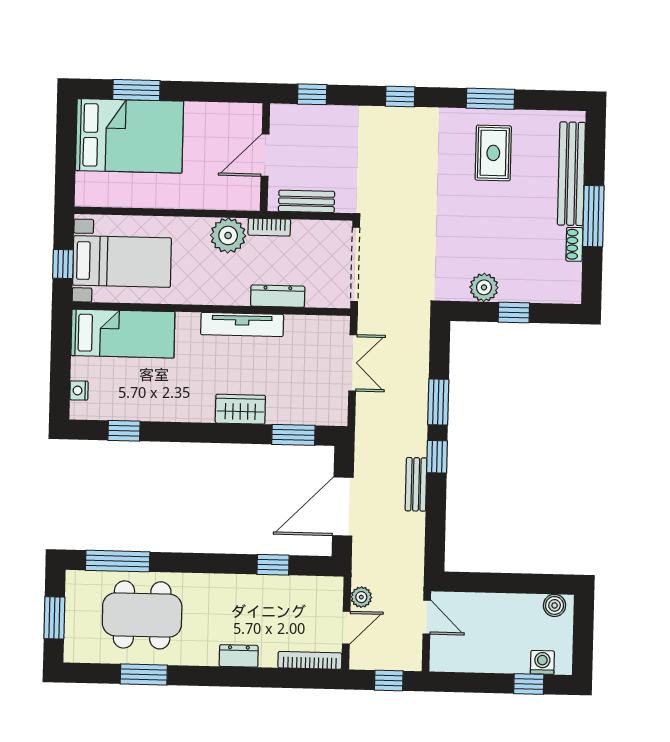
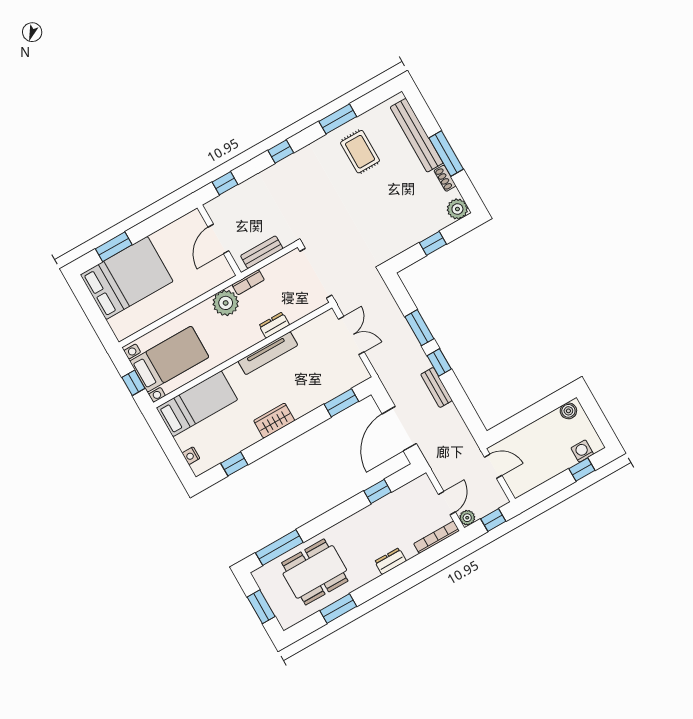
plant: (484, 287) -> (457, 209), moved
dresser: (278, 296) -> (274, 325), width x0.70
wardrobe: (240, 409) -> (274, 421), moved
plant: (361, 597) -> (467, 518), moved

